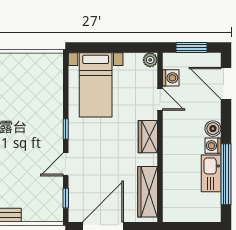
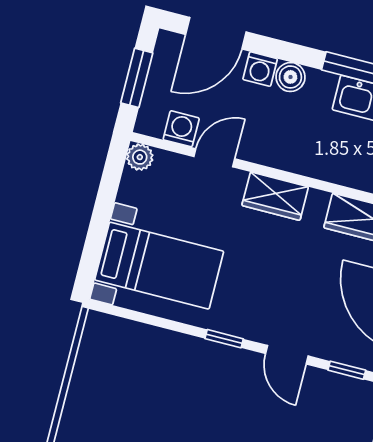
washing machine: (213, 146) -> (260, 69), moved

